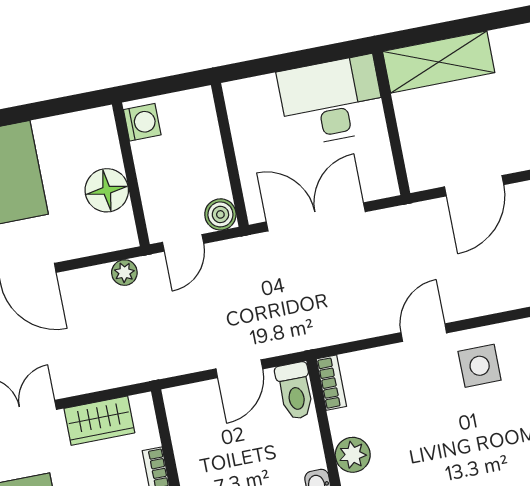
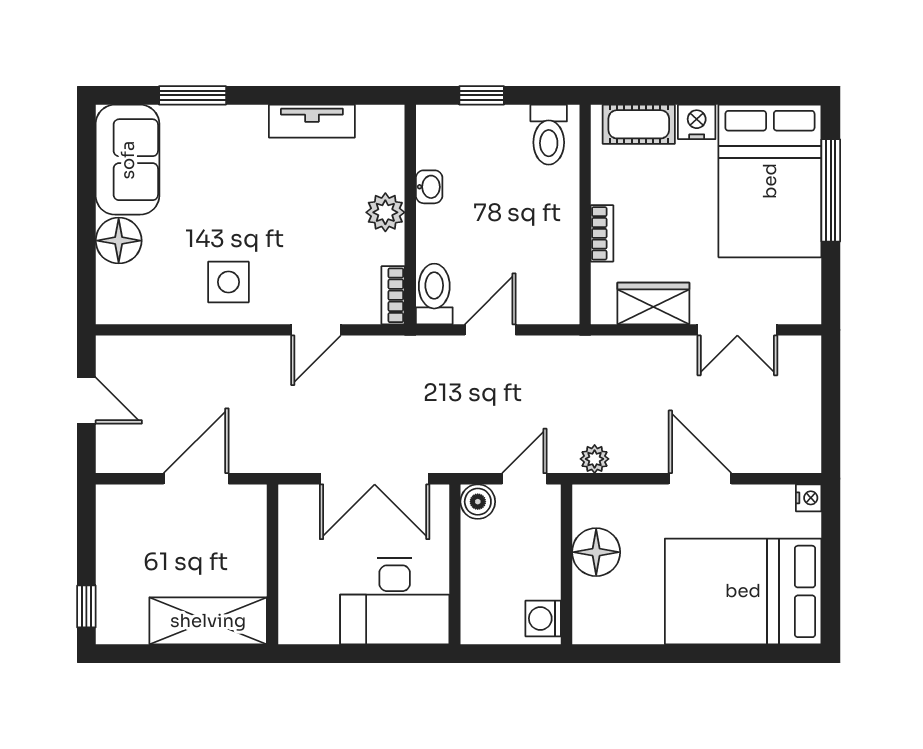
desk: (332, 101) -> (395, 601), moved
door: (424, 333) -> (316, 330), moved

